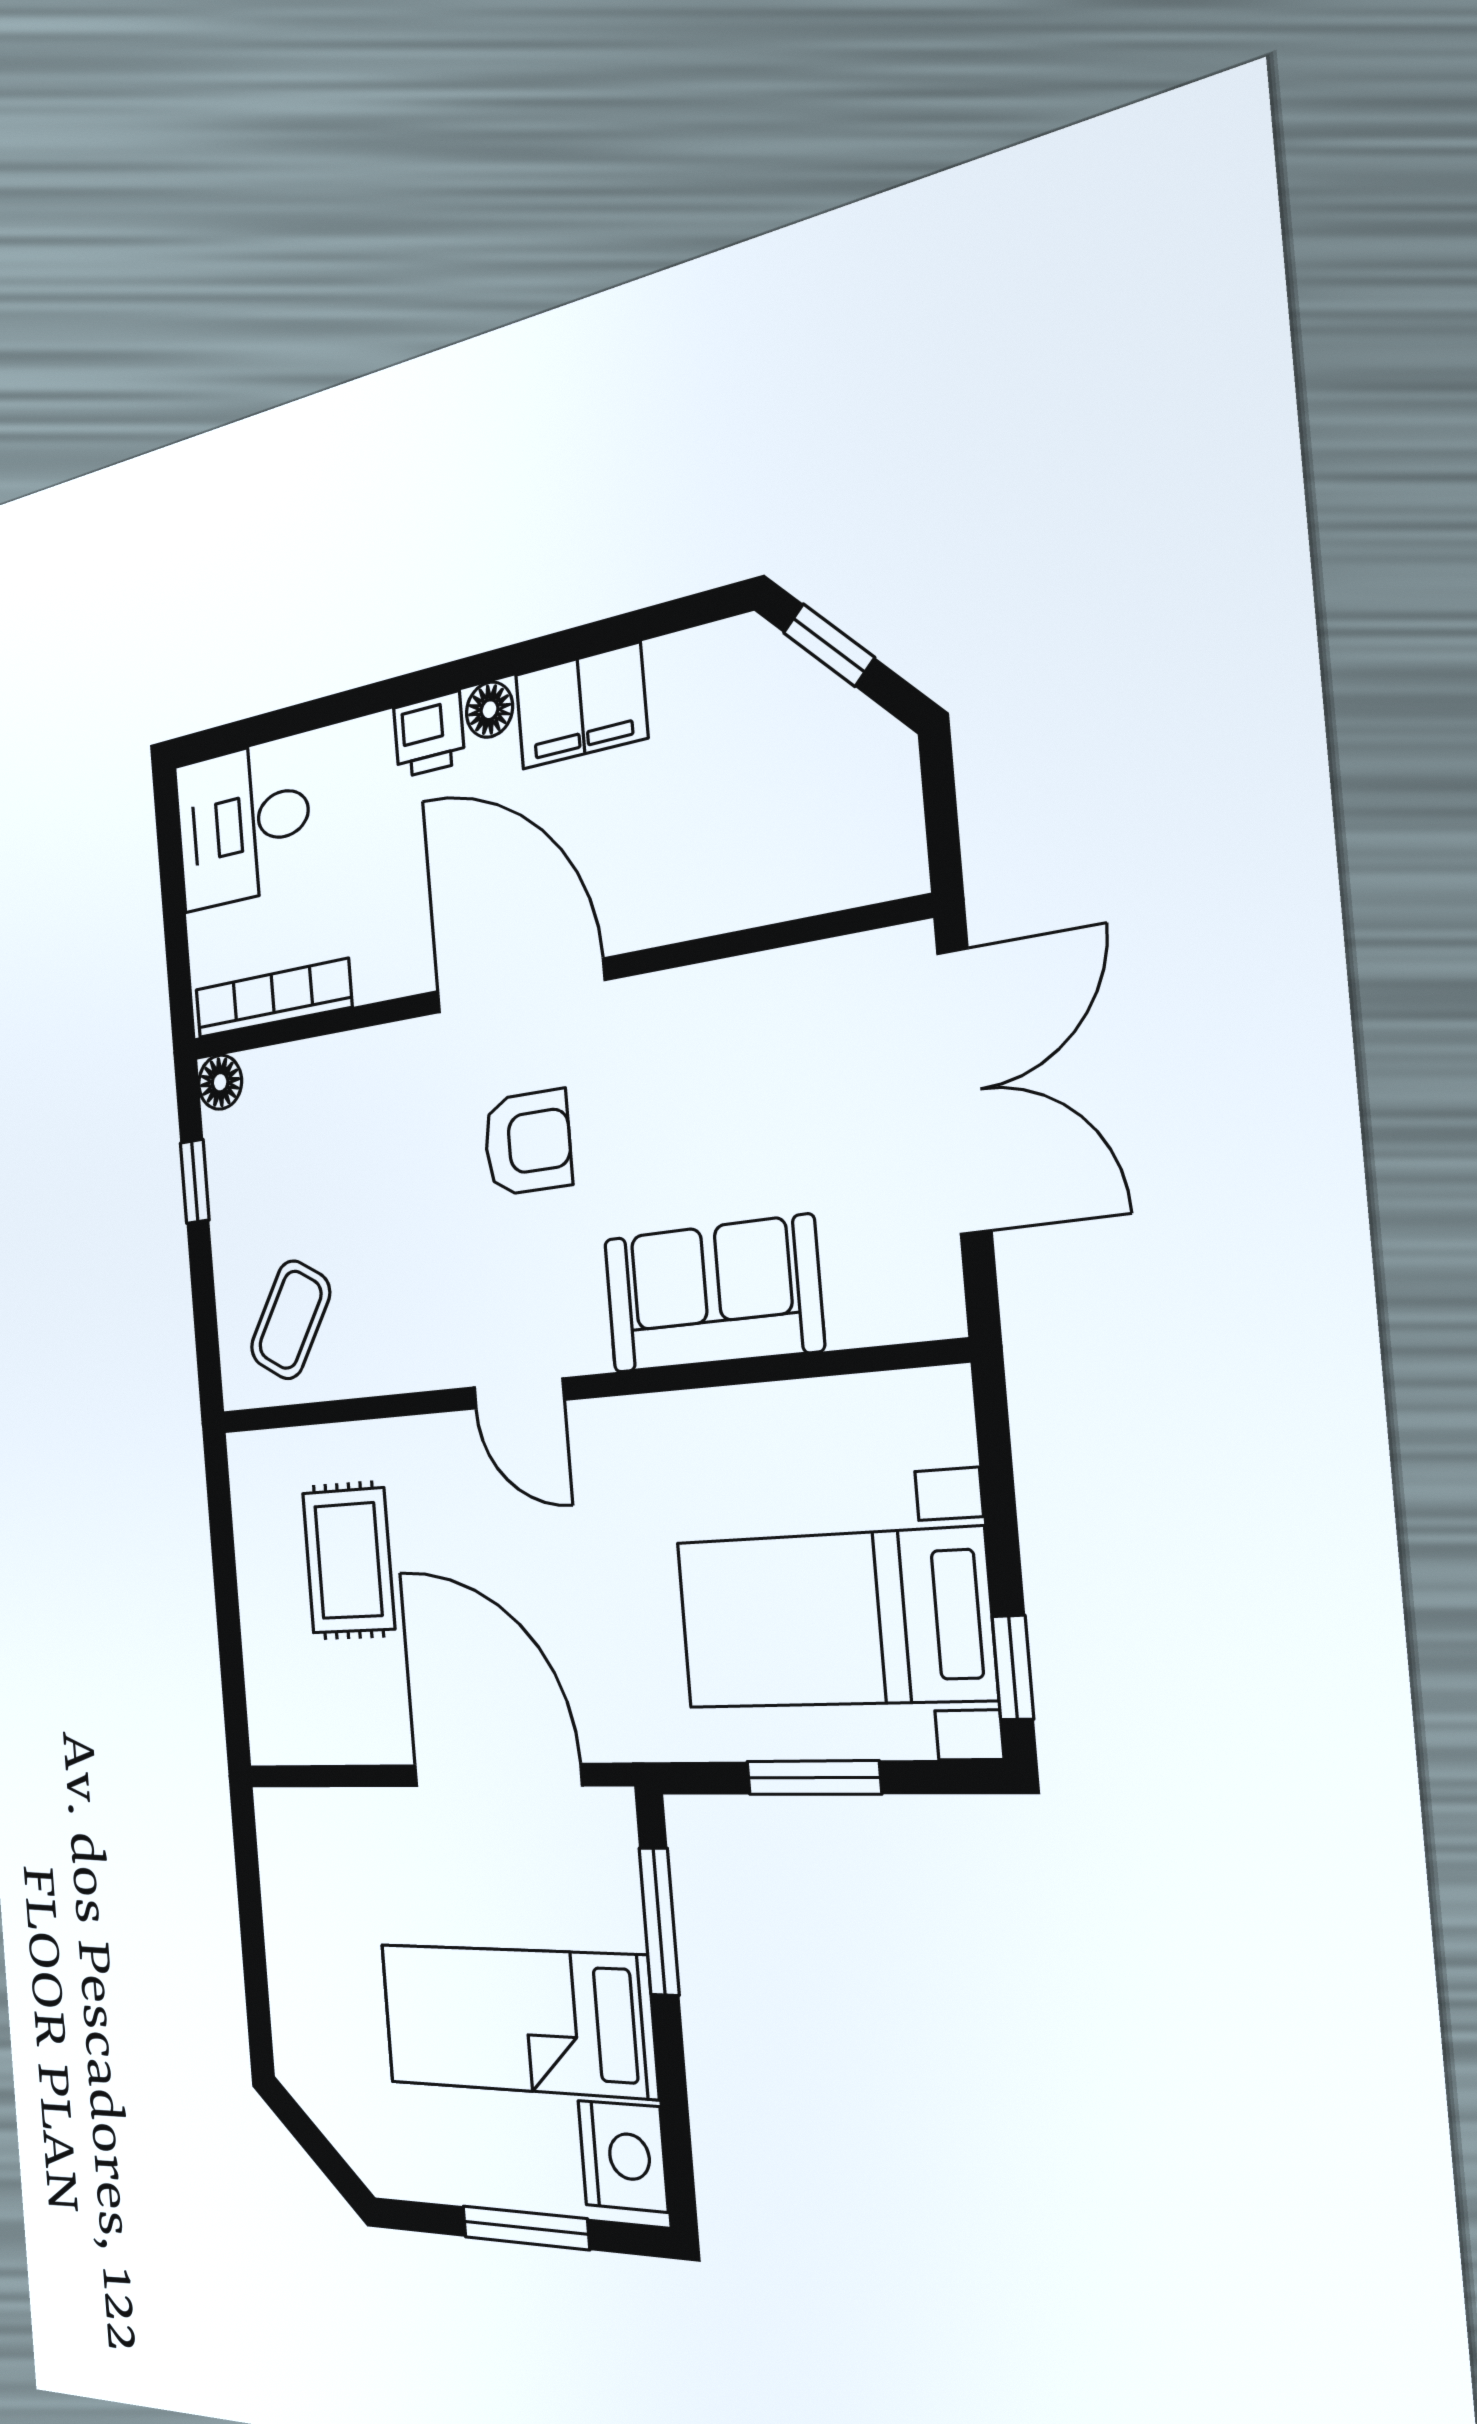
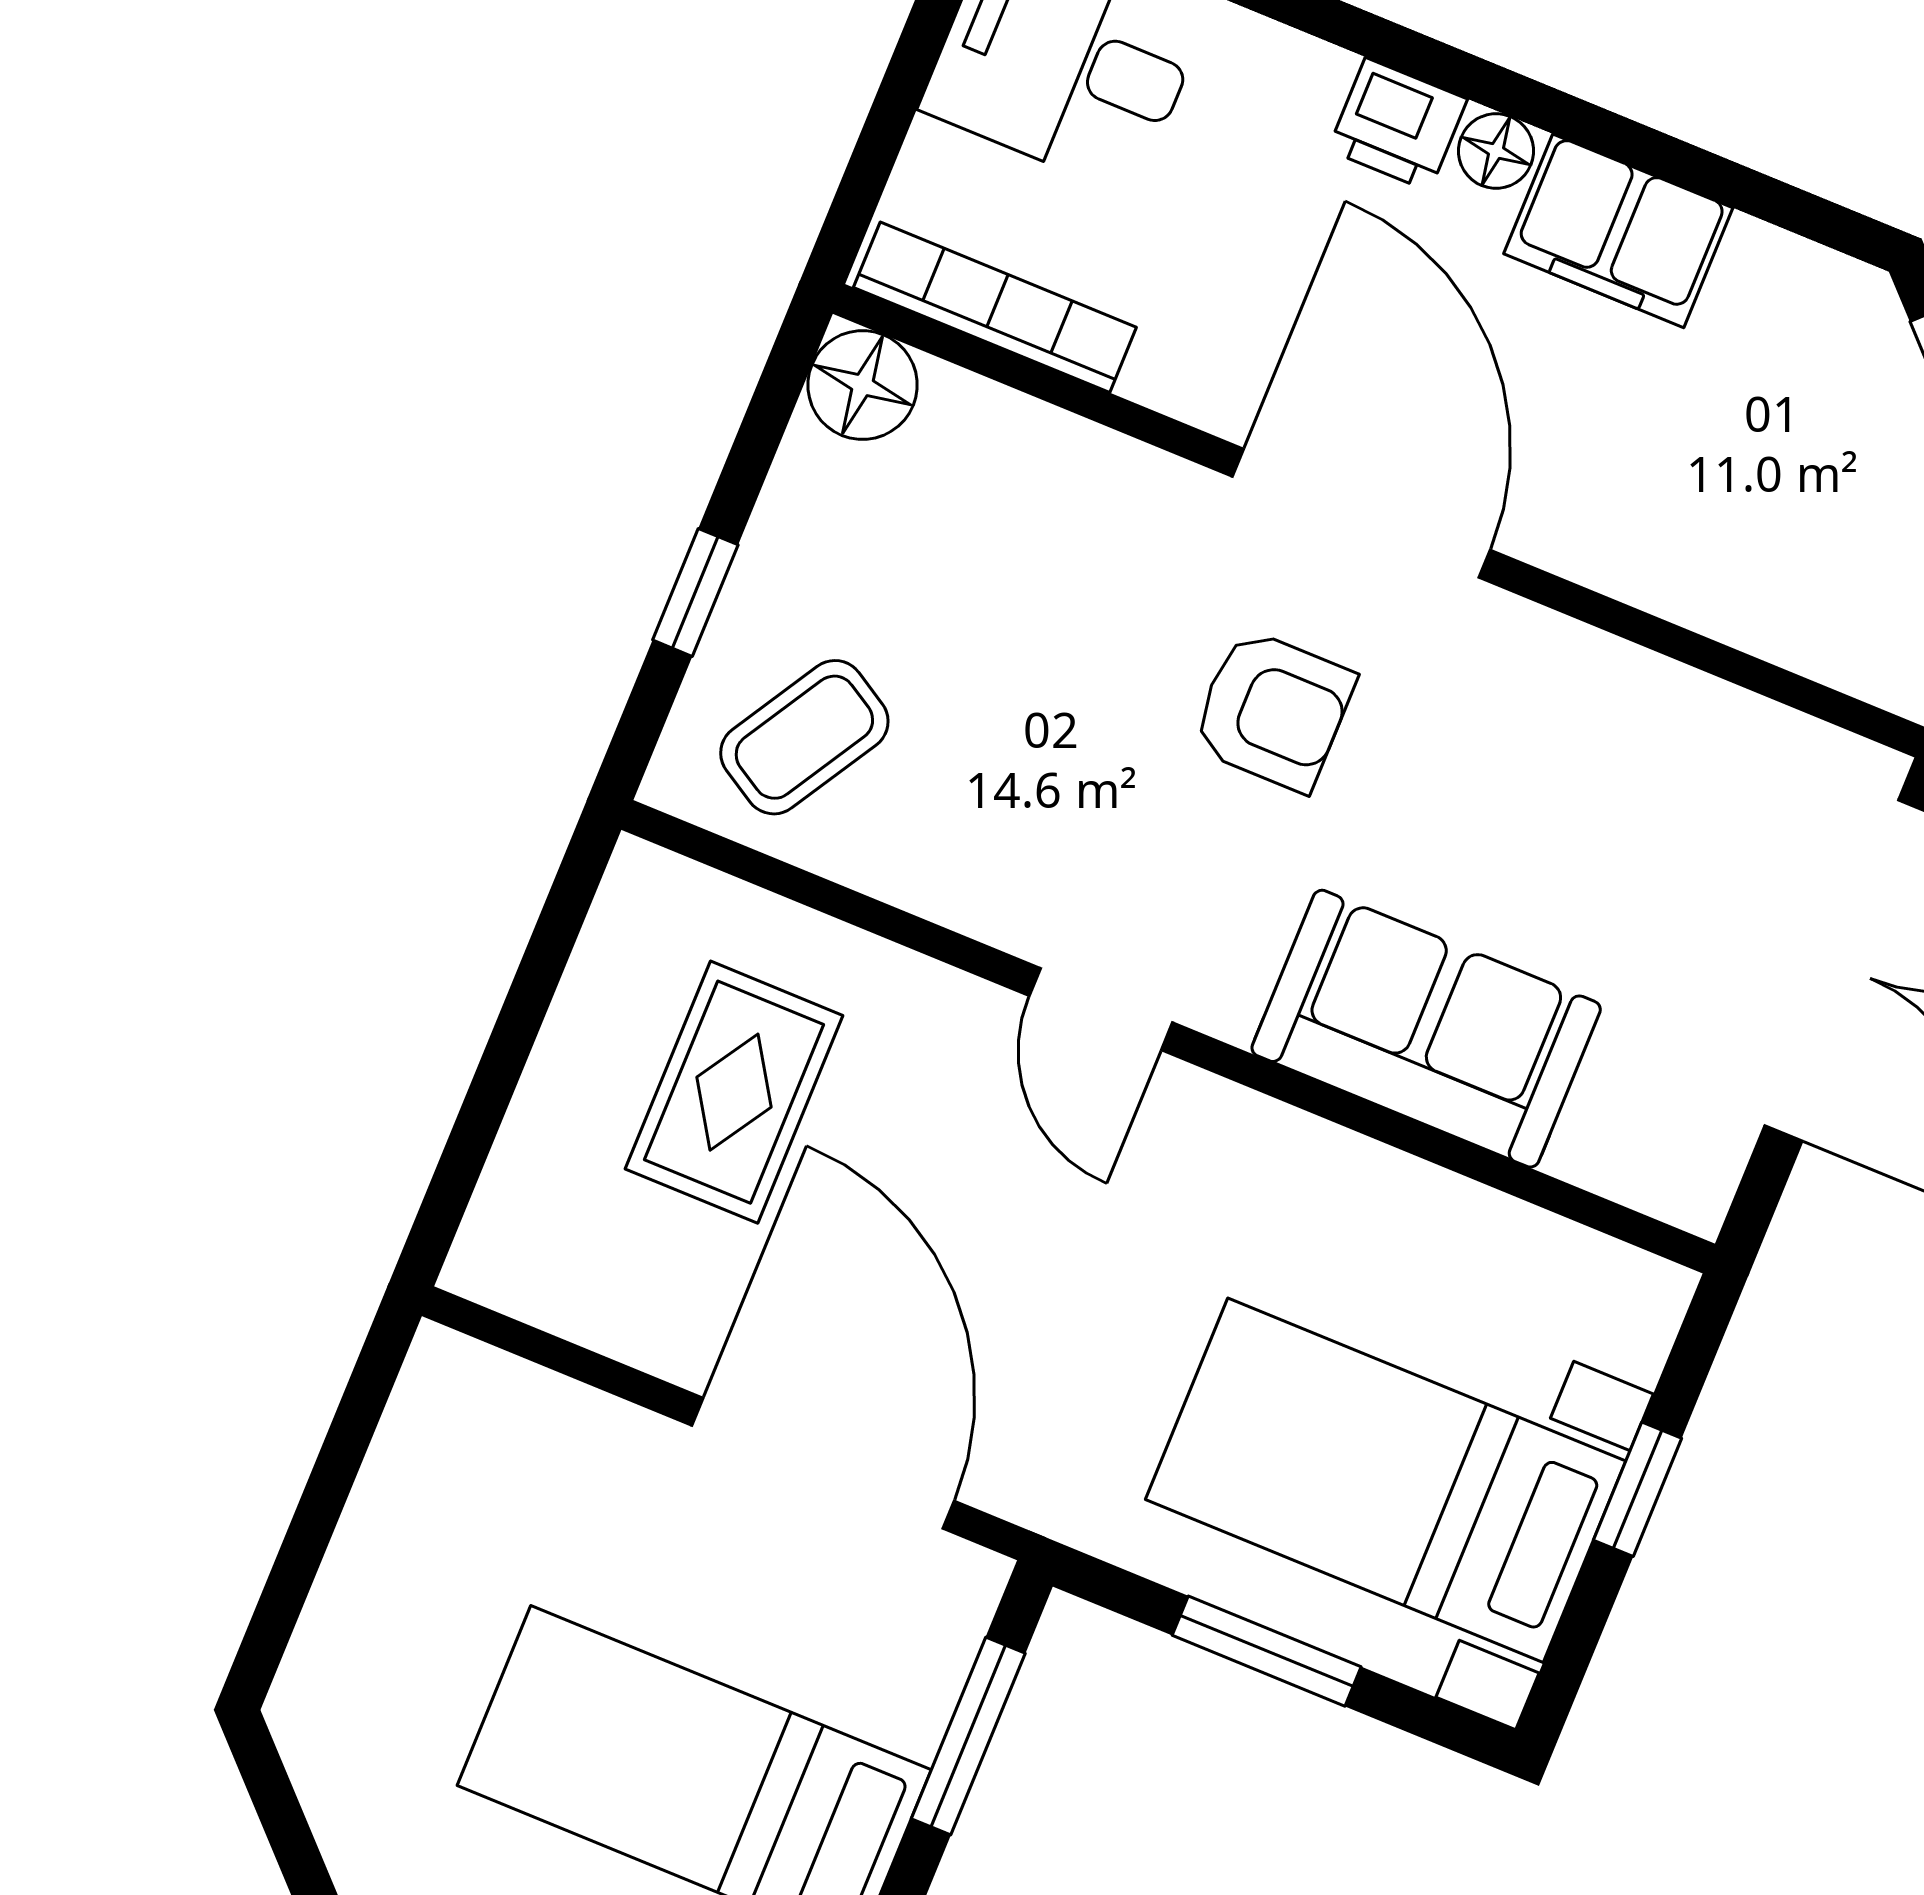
floor lamp: (220, 1082) -> (863, 385), width x1.37, depth x1.37
window: (195, 1181) -> (695, 592), moved
window: (1013, 1668) -> (1638, 1489), moved

